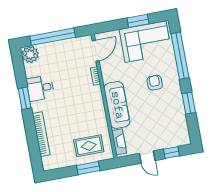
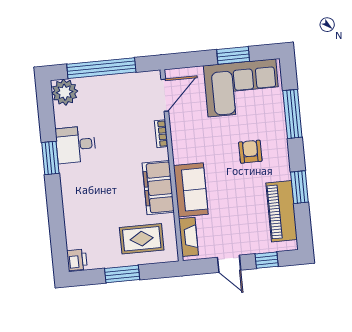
window: (180, 56) -> (292, 114), width x0.68
sofa: (117, 105) -> (191, 190), width x0.73
filing cabinet: (97, 111) -> (158, 188), added
piano: (178, 120) -> (282, 211), added
bookcase: (41, 134) -> (71, 215), removed
printer: (48, 163) -> (77, 260), added
window: (88, 168) -> (122, 274), moved

